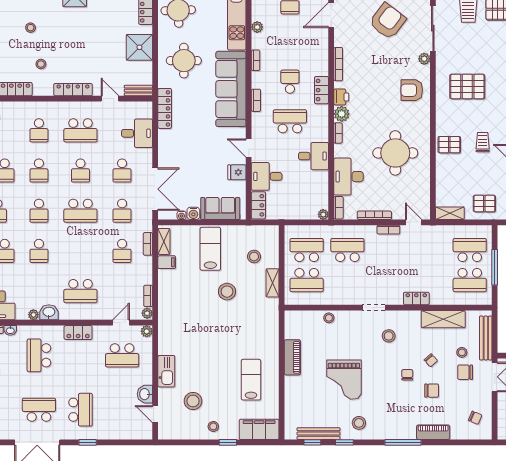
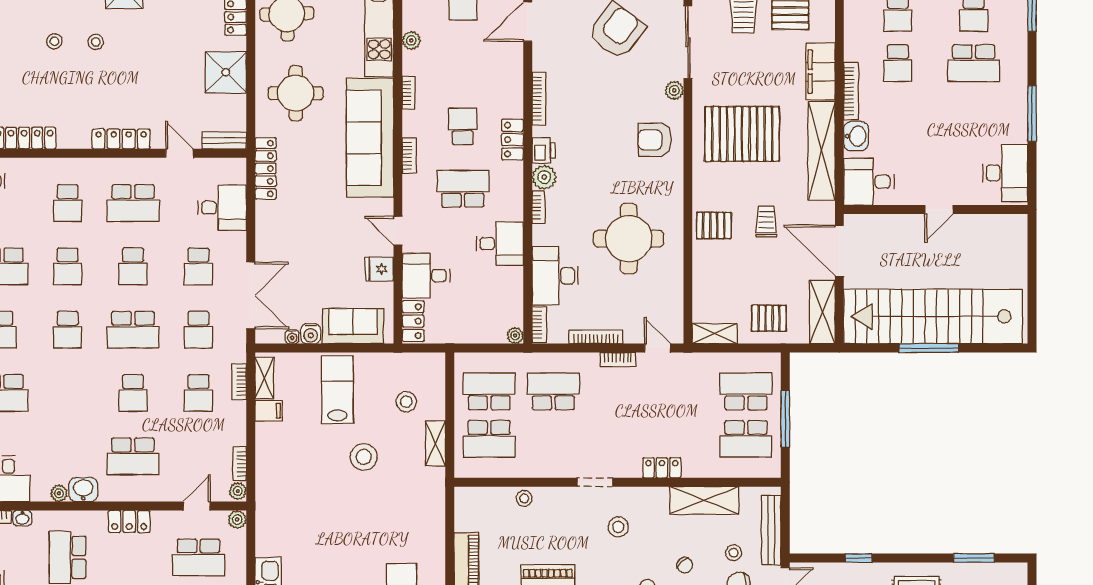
stool: (41, 64) -> (96, 42), moved
pallet: (467, 86) -> (742, 134), width x1.37, depth x1.41
school desk: (39, 251) -> (133, 393), moved

